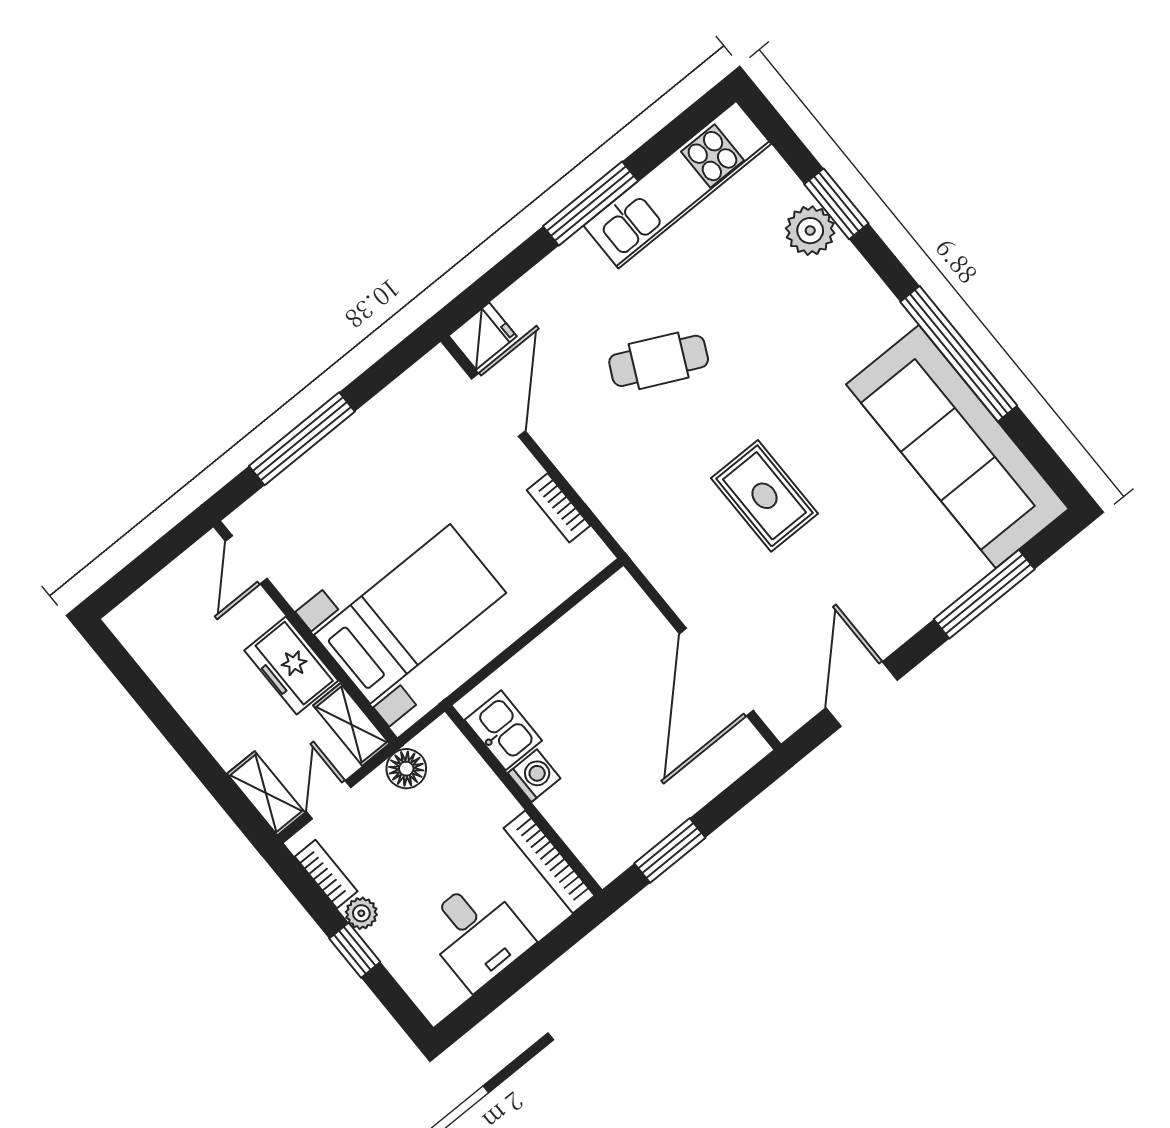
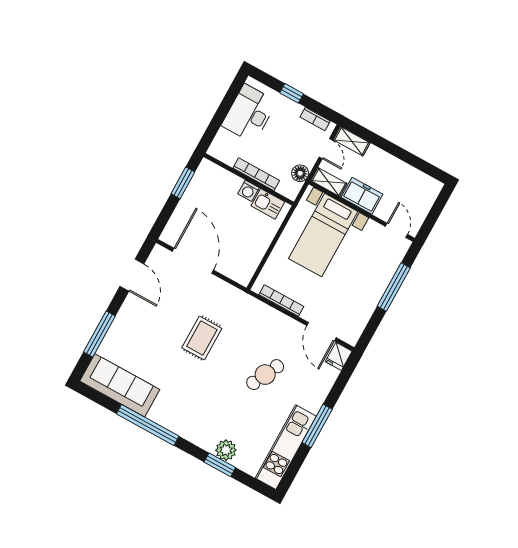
sofa: (957, 447) -> (120, 385), width x0.74, depth x0.79
rug: (765, 496) -> (202, 338), turned 90
bookcase: (559, 508) -> (281, 301), width x1.56
bookcase: (549, 862) -> (256, 174), moved
plant: (361, 913) -> (295, 109), removed
desk: (477, 934) -> (249, 114), width x1.37

